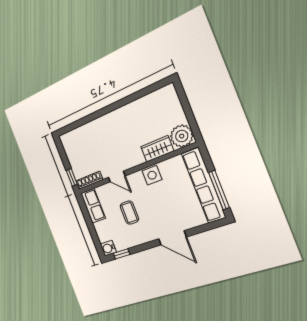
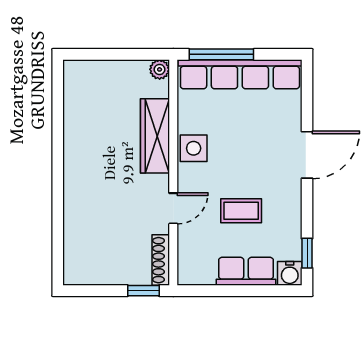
plant: (182, 136) -> (160, 69), width x0.53, depth x0.53
wardrobe: (157, 149) -> (155, 136), width x1.50
window: (219, 190) -> (221, 54), moved
row of seats: (93, 206) -> (246, 271), moved

